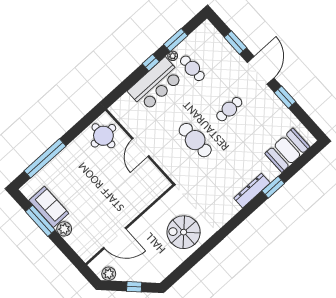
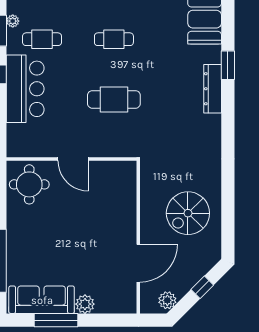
plant: (173, 56) -> (13, 21), moved
cafe table: (229, 109) -> (114, 39), turned 90
sofa: (49, 207) -> (42, 300), width x1.36
spiral stairs: (184, 232) -> (188, 213), moved

